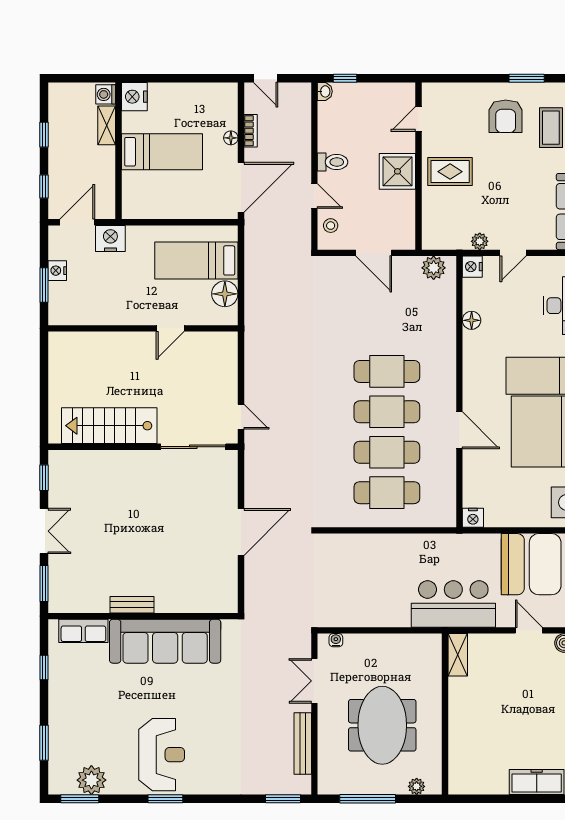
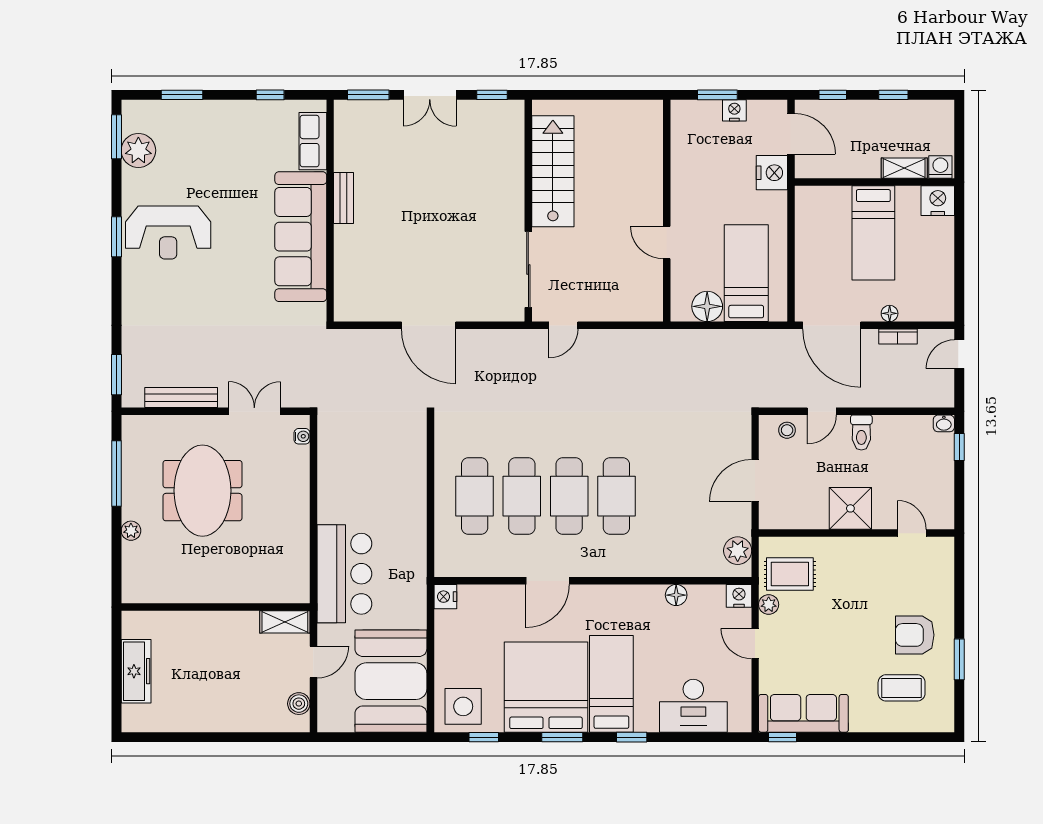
rug: (450, 172) -> (790, 574), moved, turned 90
shelving: (458, 655) -> (285, 622), moved
wall: (445, 714) -> (216, 607), moved
meeting table: (382, 725) -> (202, 491), turned 90

